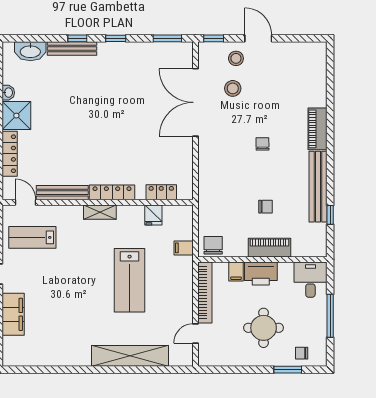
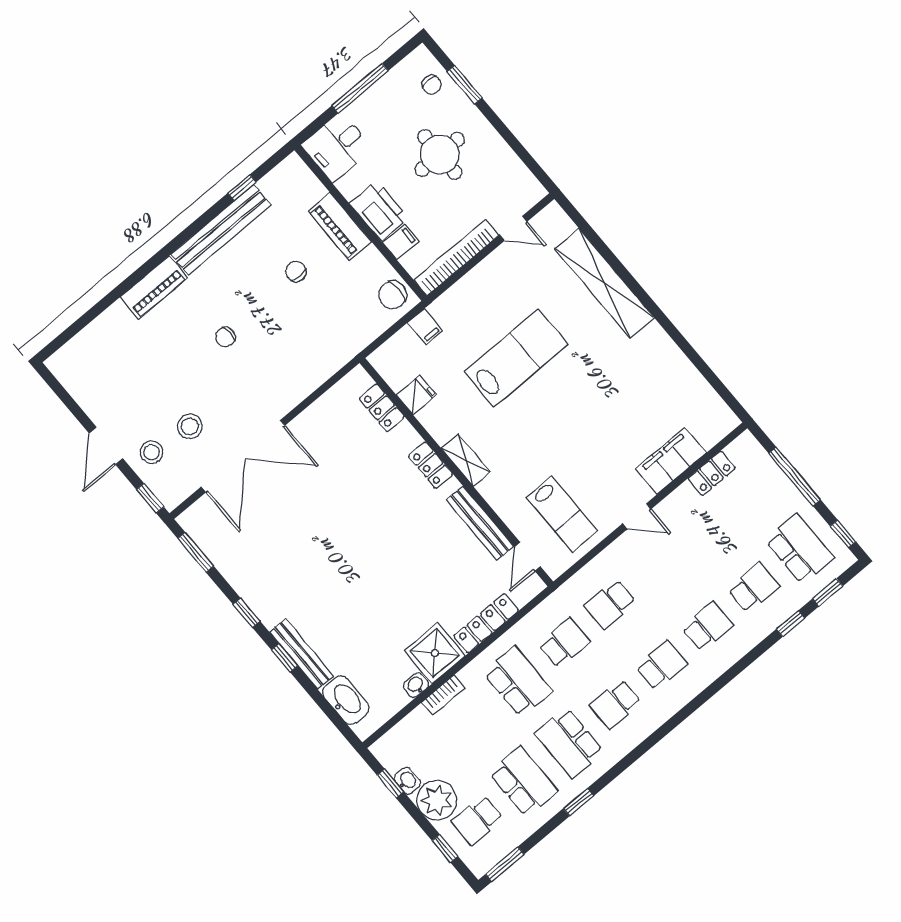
locker: (112, 192) -> (431, 465), width x0.66

